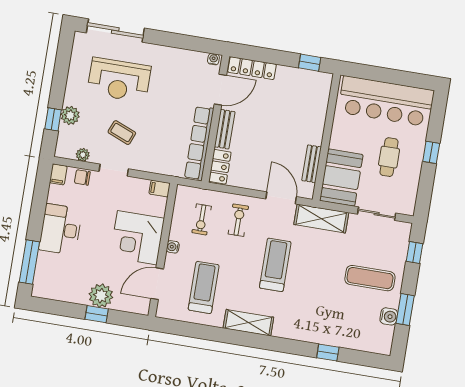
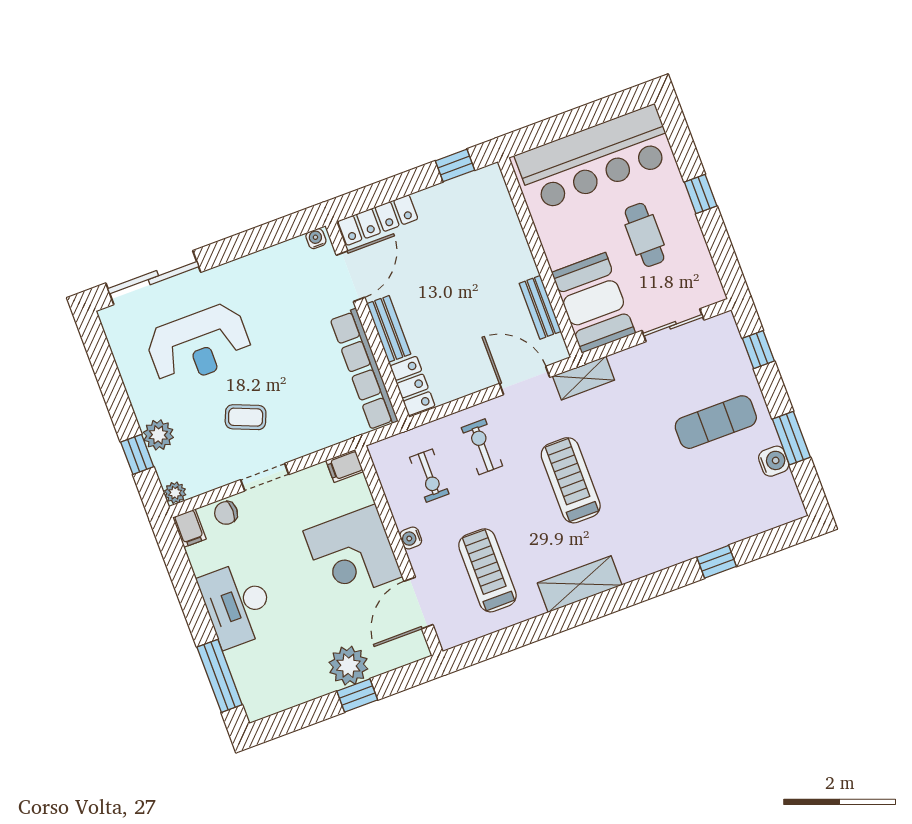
plant: (83, 155) -> (175, 493), moved
shelving: (321, 219) -> (584, 378), width x0.67, depth x0.75

